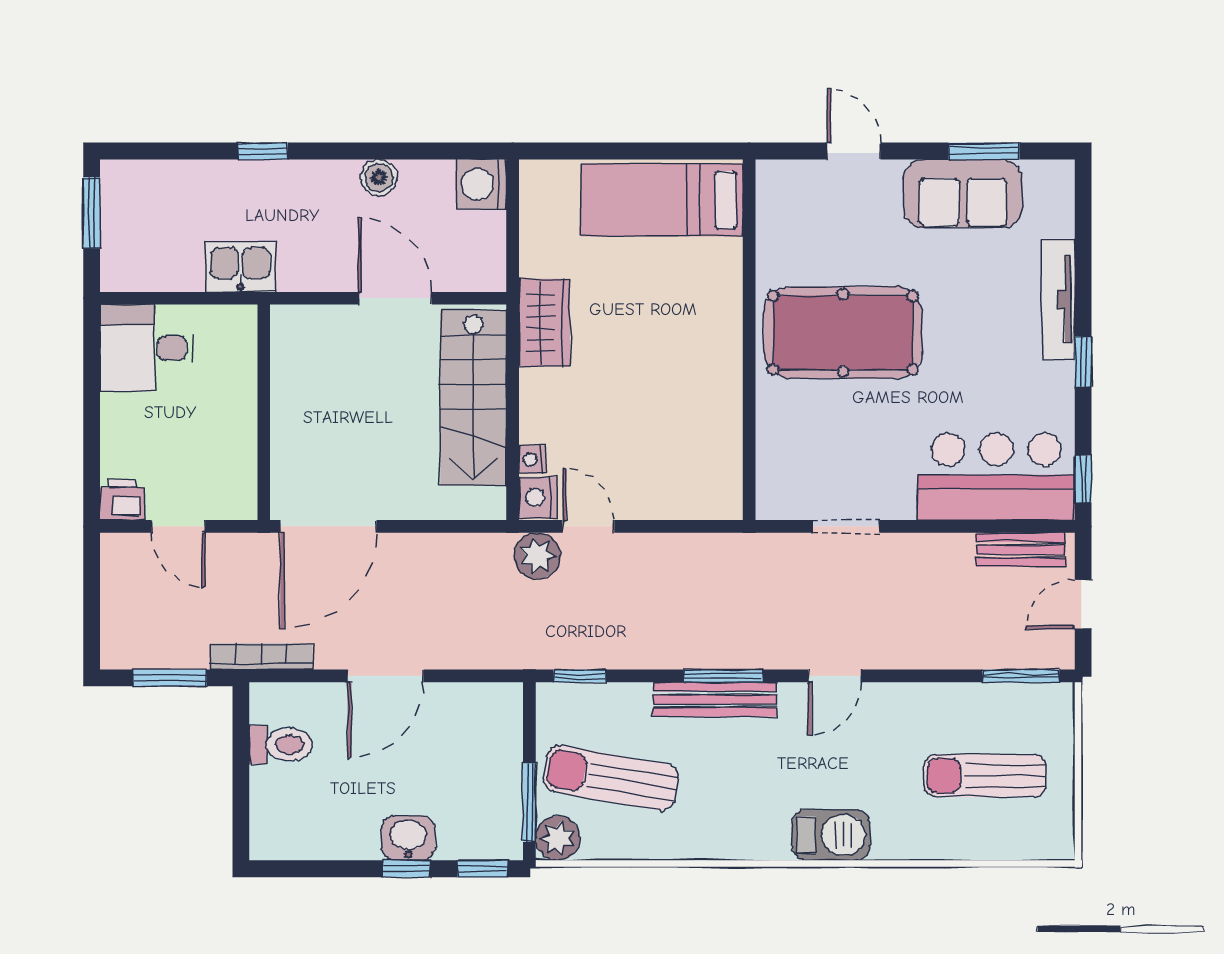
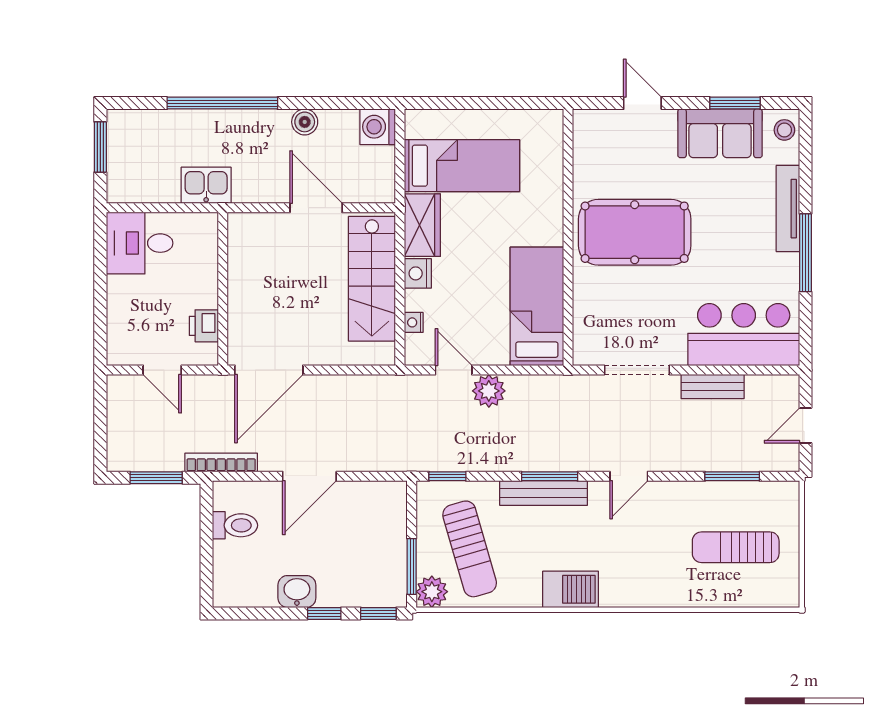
window: (263, 151) -> (222, 103), width x3.17
stool: (1054, 189) -> (784, 130), added
bed: (662, 200) -> (462, 166), moved, turned 180
window: (1083, 361) -> (805, 253), width x2.17
bed: (705, 437) -> (537, 306), added
window: (1083, 479) -> (805, 336), removed
nightstand: (538, 498) -> (418, 273), moved
printer: (122, 500) -> (204, 326), moved, turned -90
doorway: (846, 526) -> (637, 370), width x1.38
bench: (1021, 550) -> (713, 387), moved
plant: (537, 556) -> (489, 391), moved
window: (1021, 676) -> (732, 476), moved
sun lounger: (611, 778) -> (470, 549), turned -116
barbecue: (831, 835) -> (571, 589), moved
washbasin: (408, 838) -> (297, 592), moved

